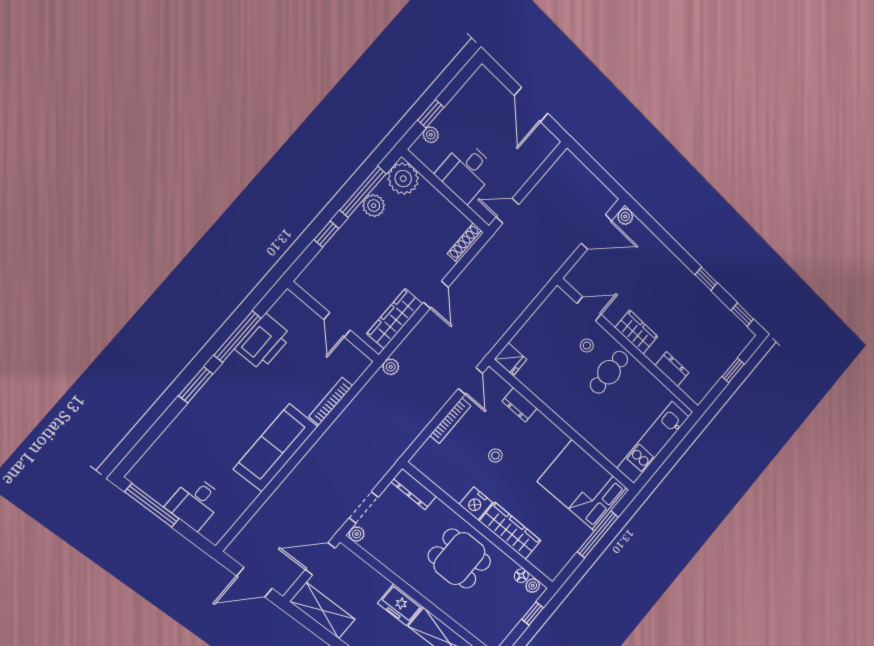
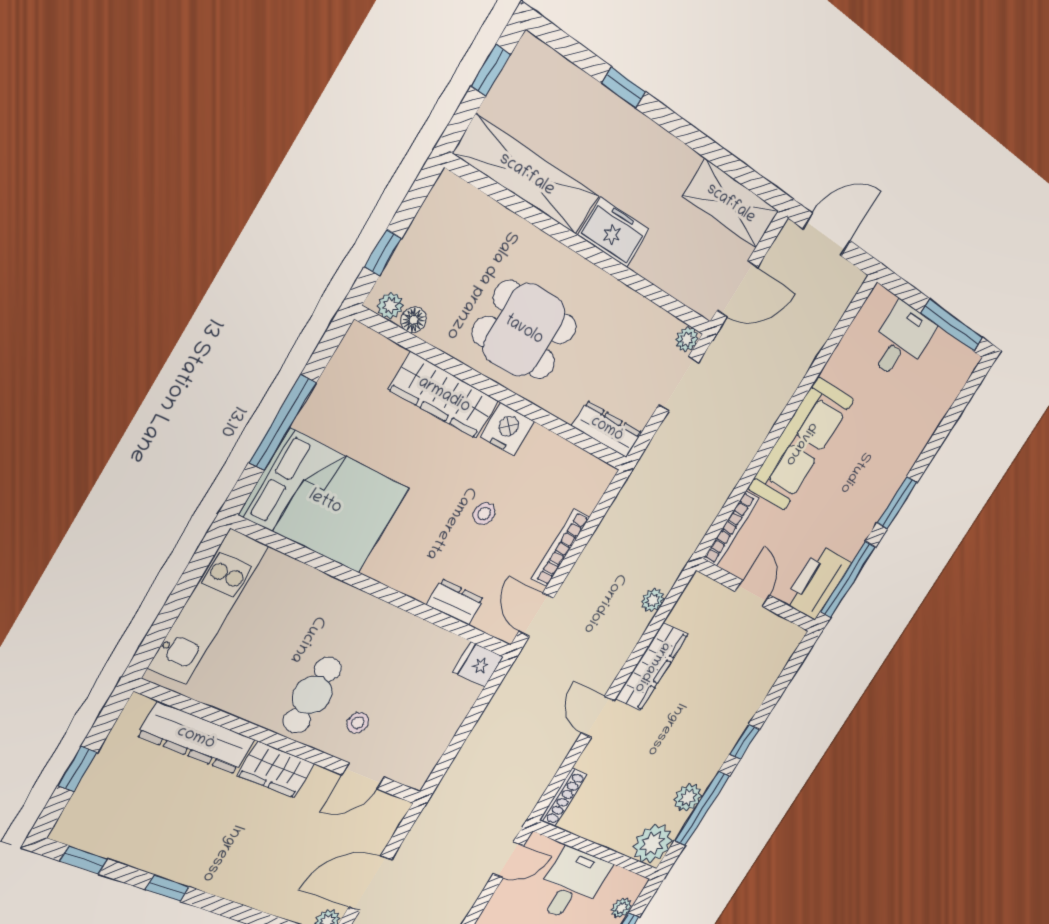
wall: (334, 322) -> (757, 596), moved
door: (337, 325) -> (753, 593), moved
dresser: (672, 369) -> (196, 738), width x1.96, depth x1.24

